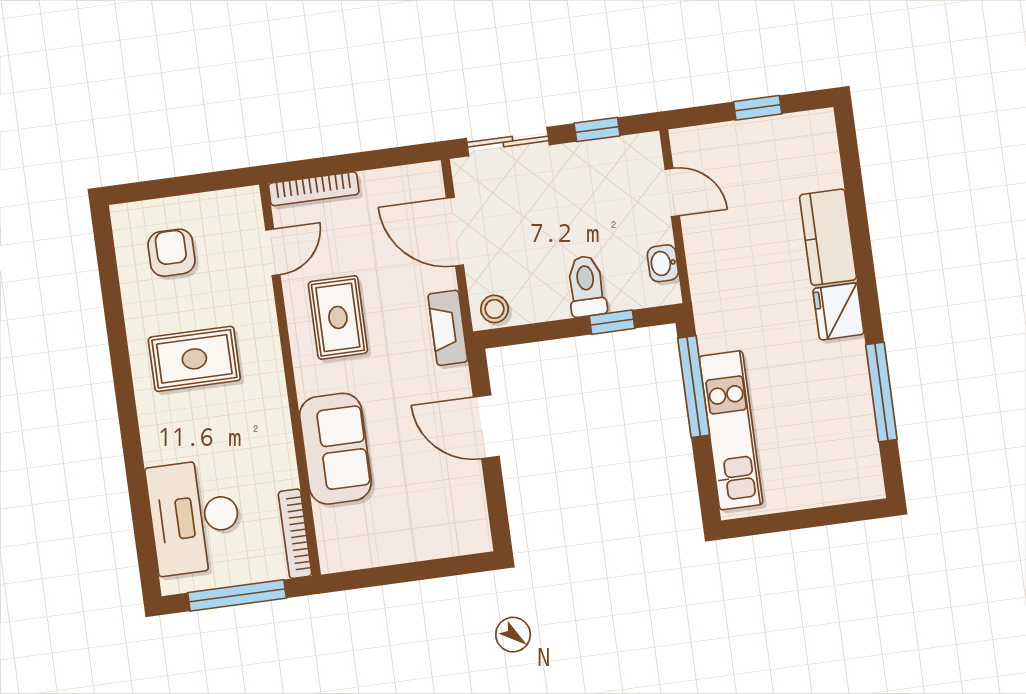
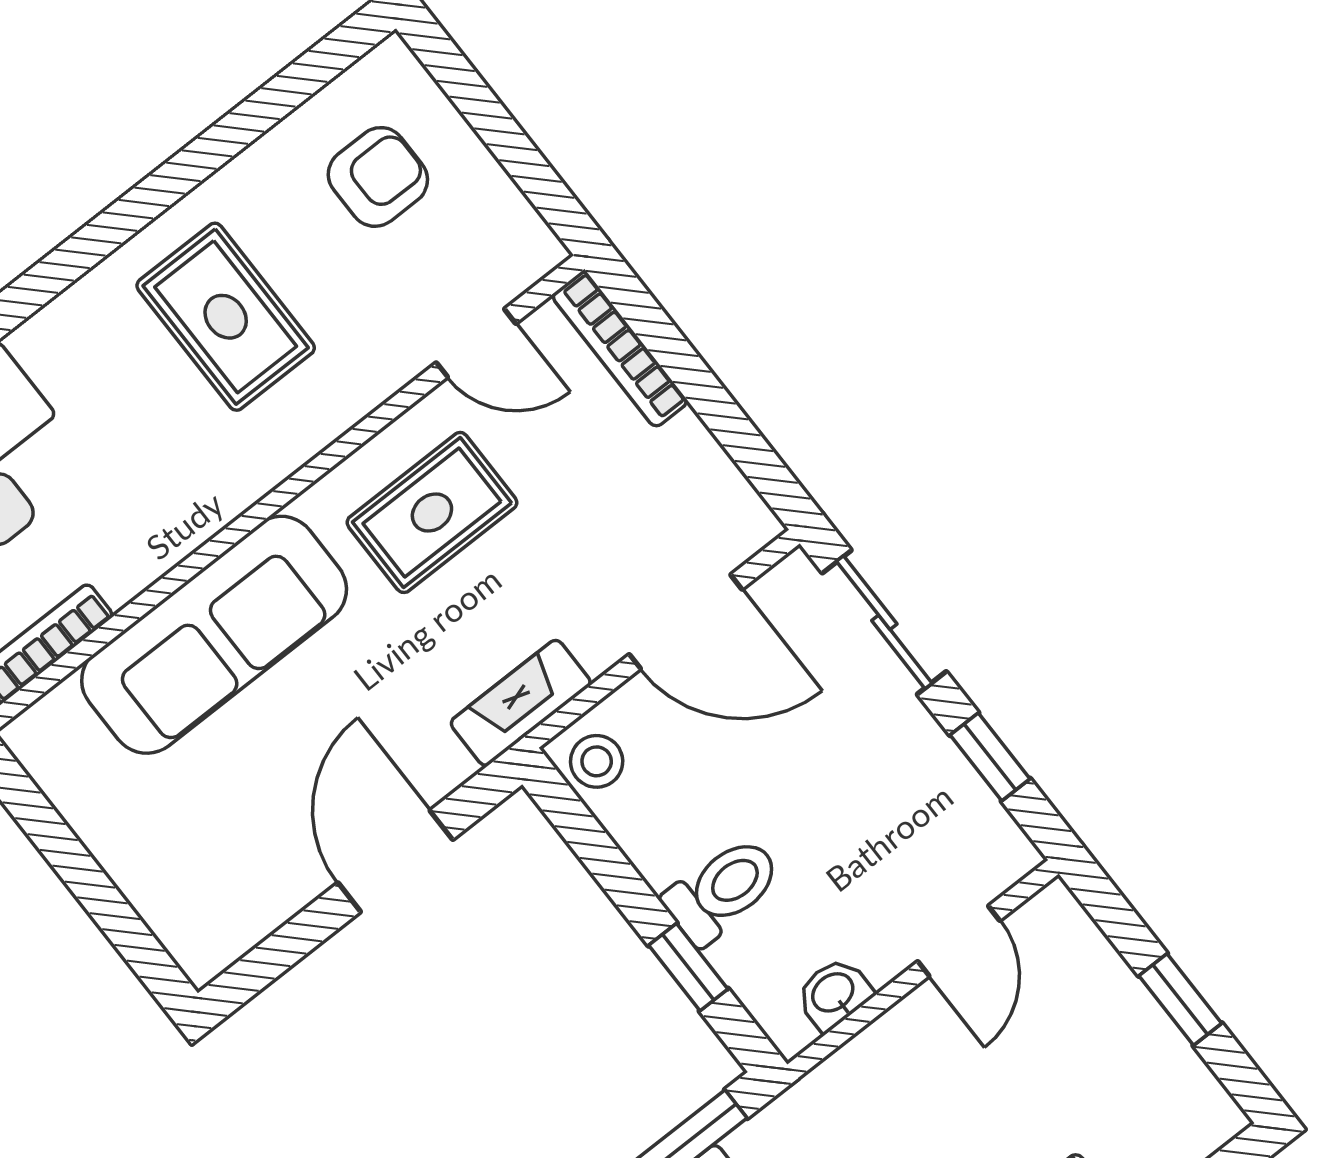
door: (455, 232) -> (686, 622), swing flipped
sofa: (335, 449) -> (214, 635), width x1.36

